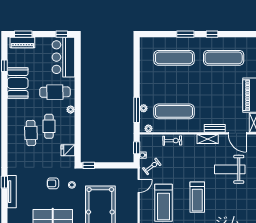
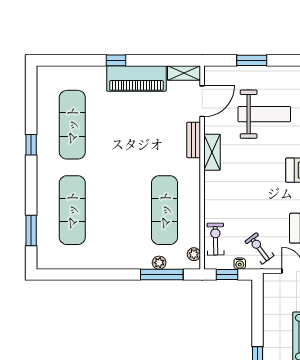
window: (185, 34) -> (31, 231), moved
exercise bike: (172, 141) -> (215, 239), moved
weight bench: (230, 169) -> (264, 114), turned -90

